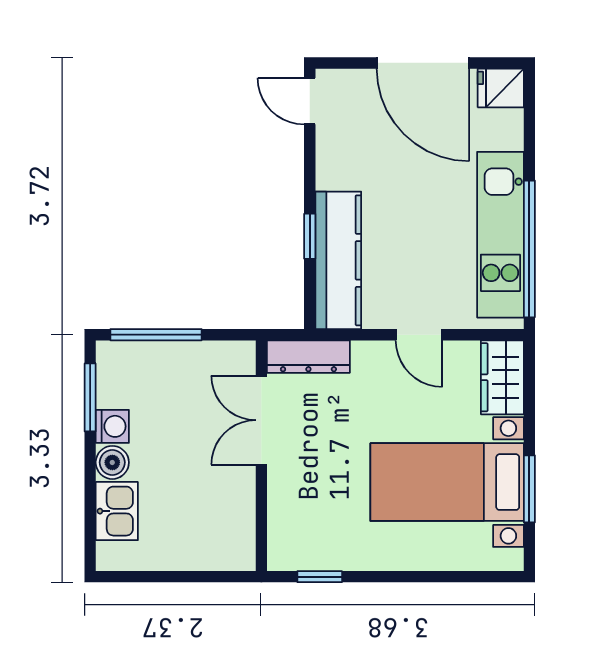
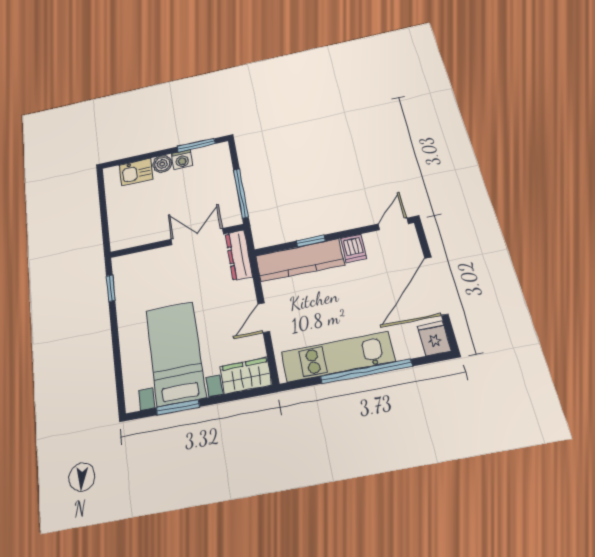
dishwasher: (337, 172) -> (354, 248), added
window: (529, 249) -> (366, 371), moved
window: (156, 335) -> (241, 193), moved

